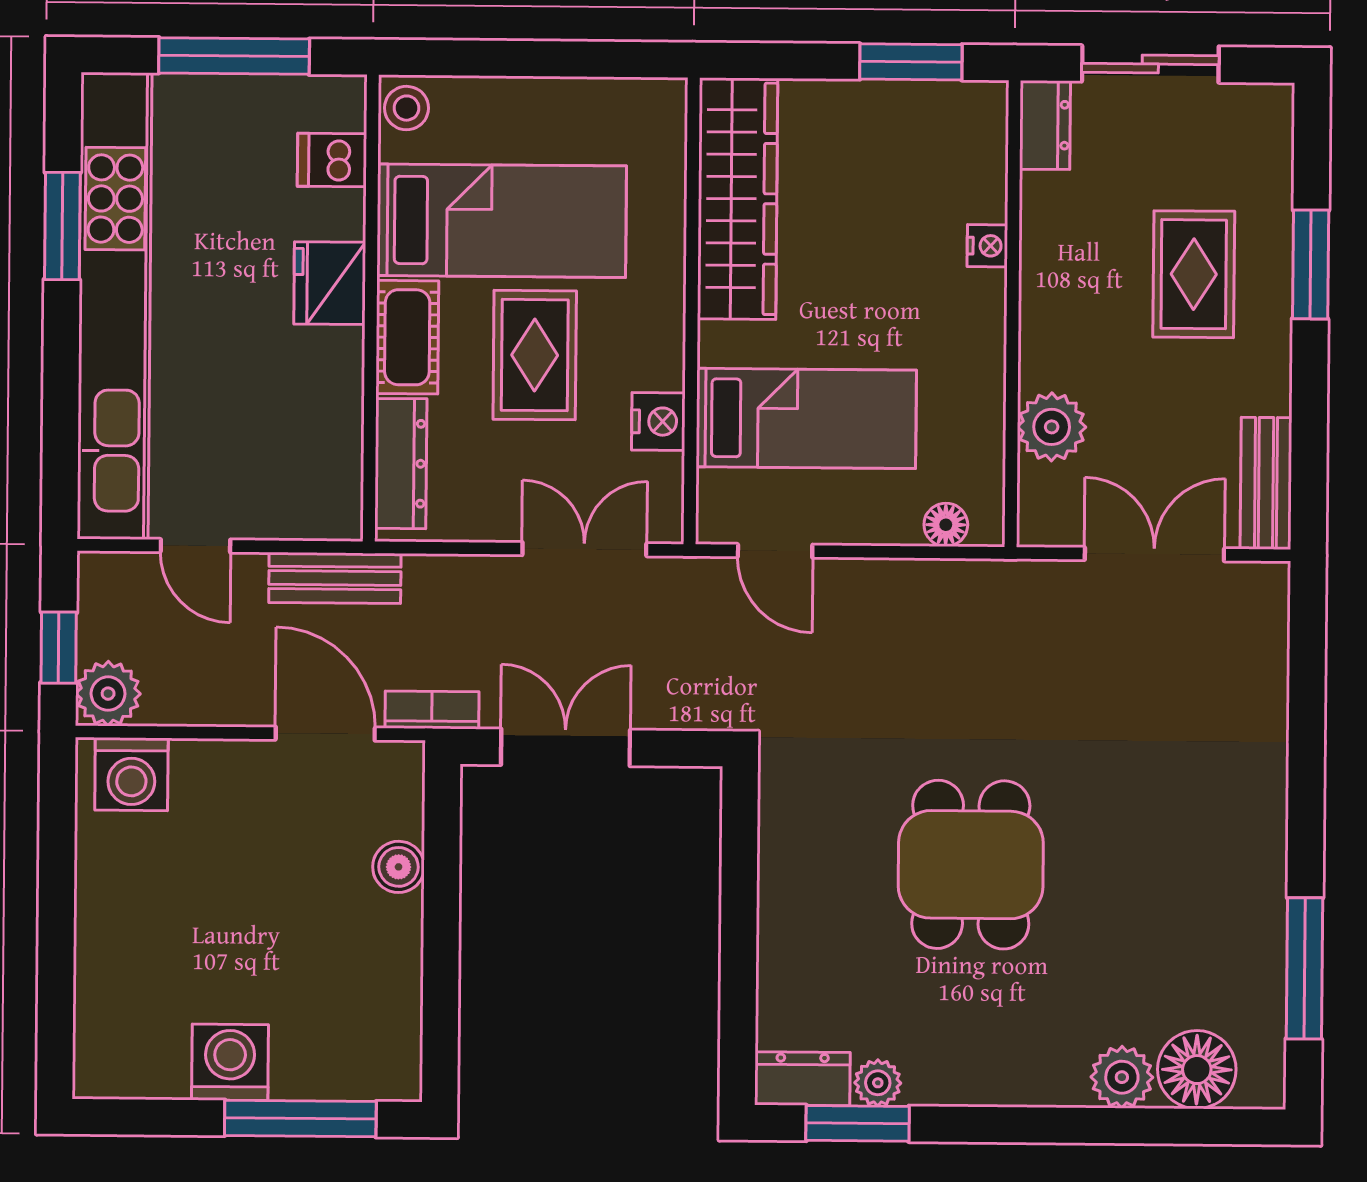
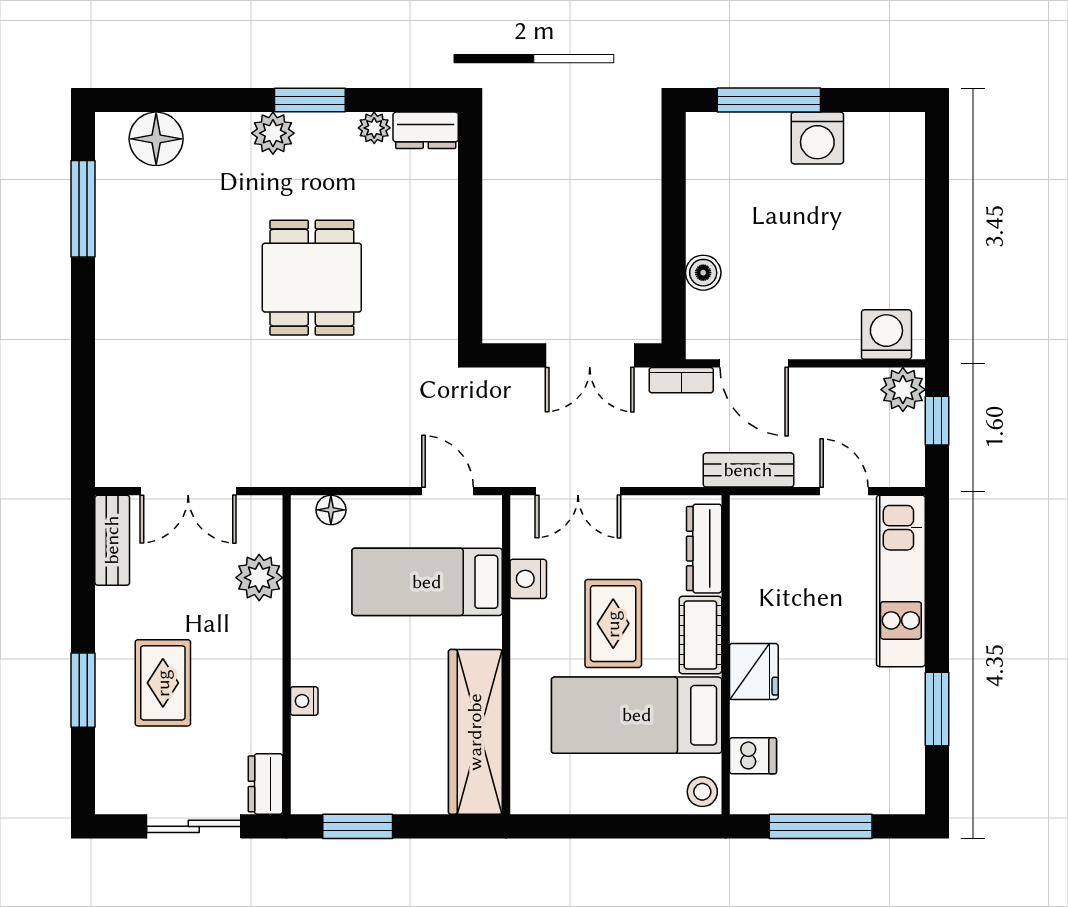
kitchen unit: (114, 306) -> (901, 581), width x0.54
plant: (1122, 1077) -> (273, 133), moved
window: (858, 1123) -> (310, 100), moved

